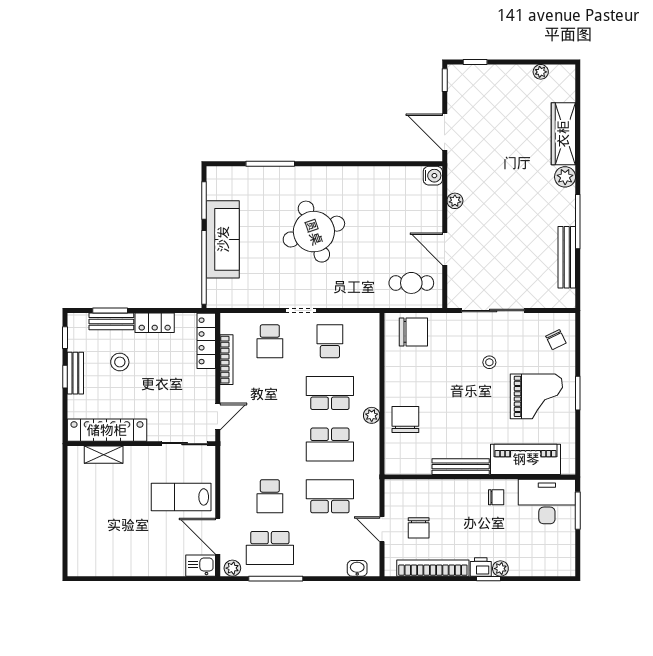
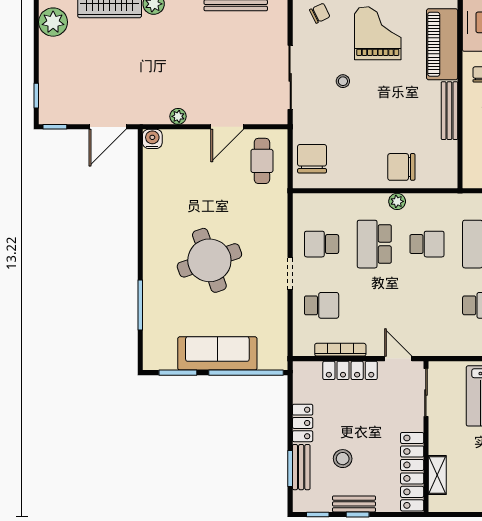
plant: (541, 72) -> (53, 22), width x1.88, depth x1.88
locker: (206, 341) -> (350, 370), moved
school desk: (330, 445) -> (427, 244), width x0.54

